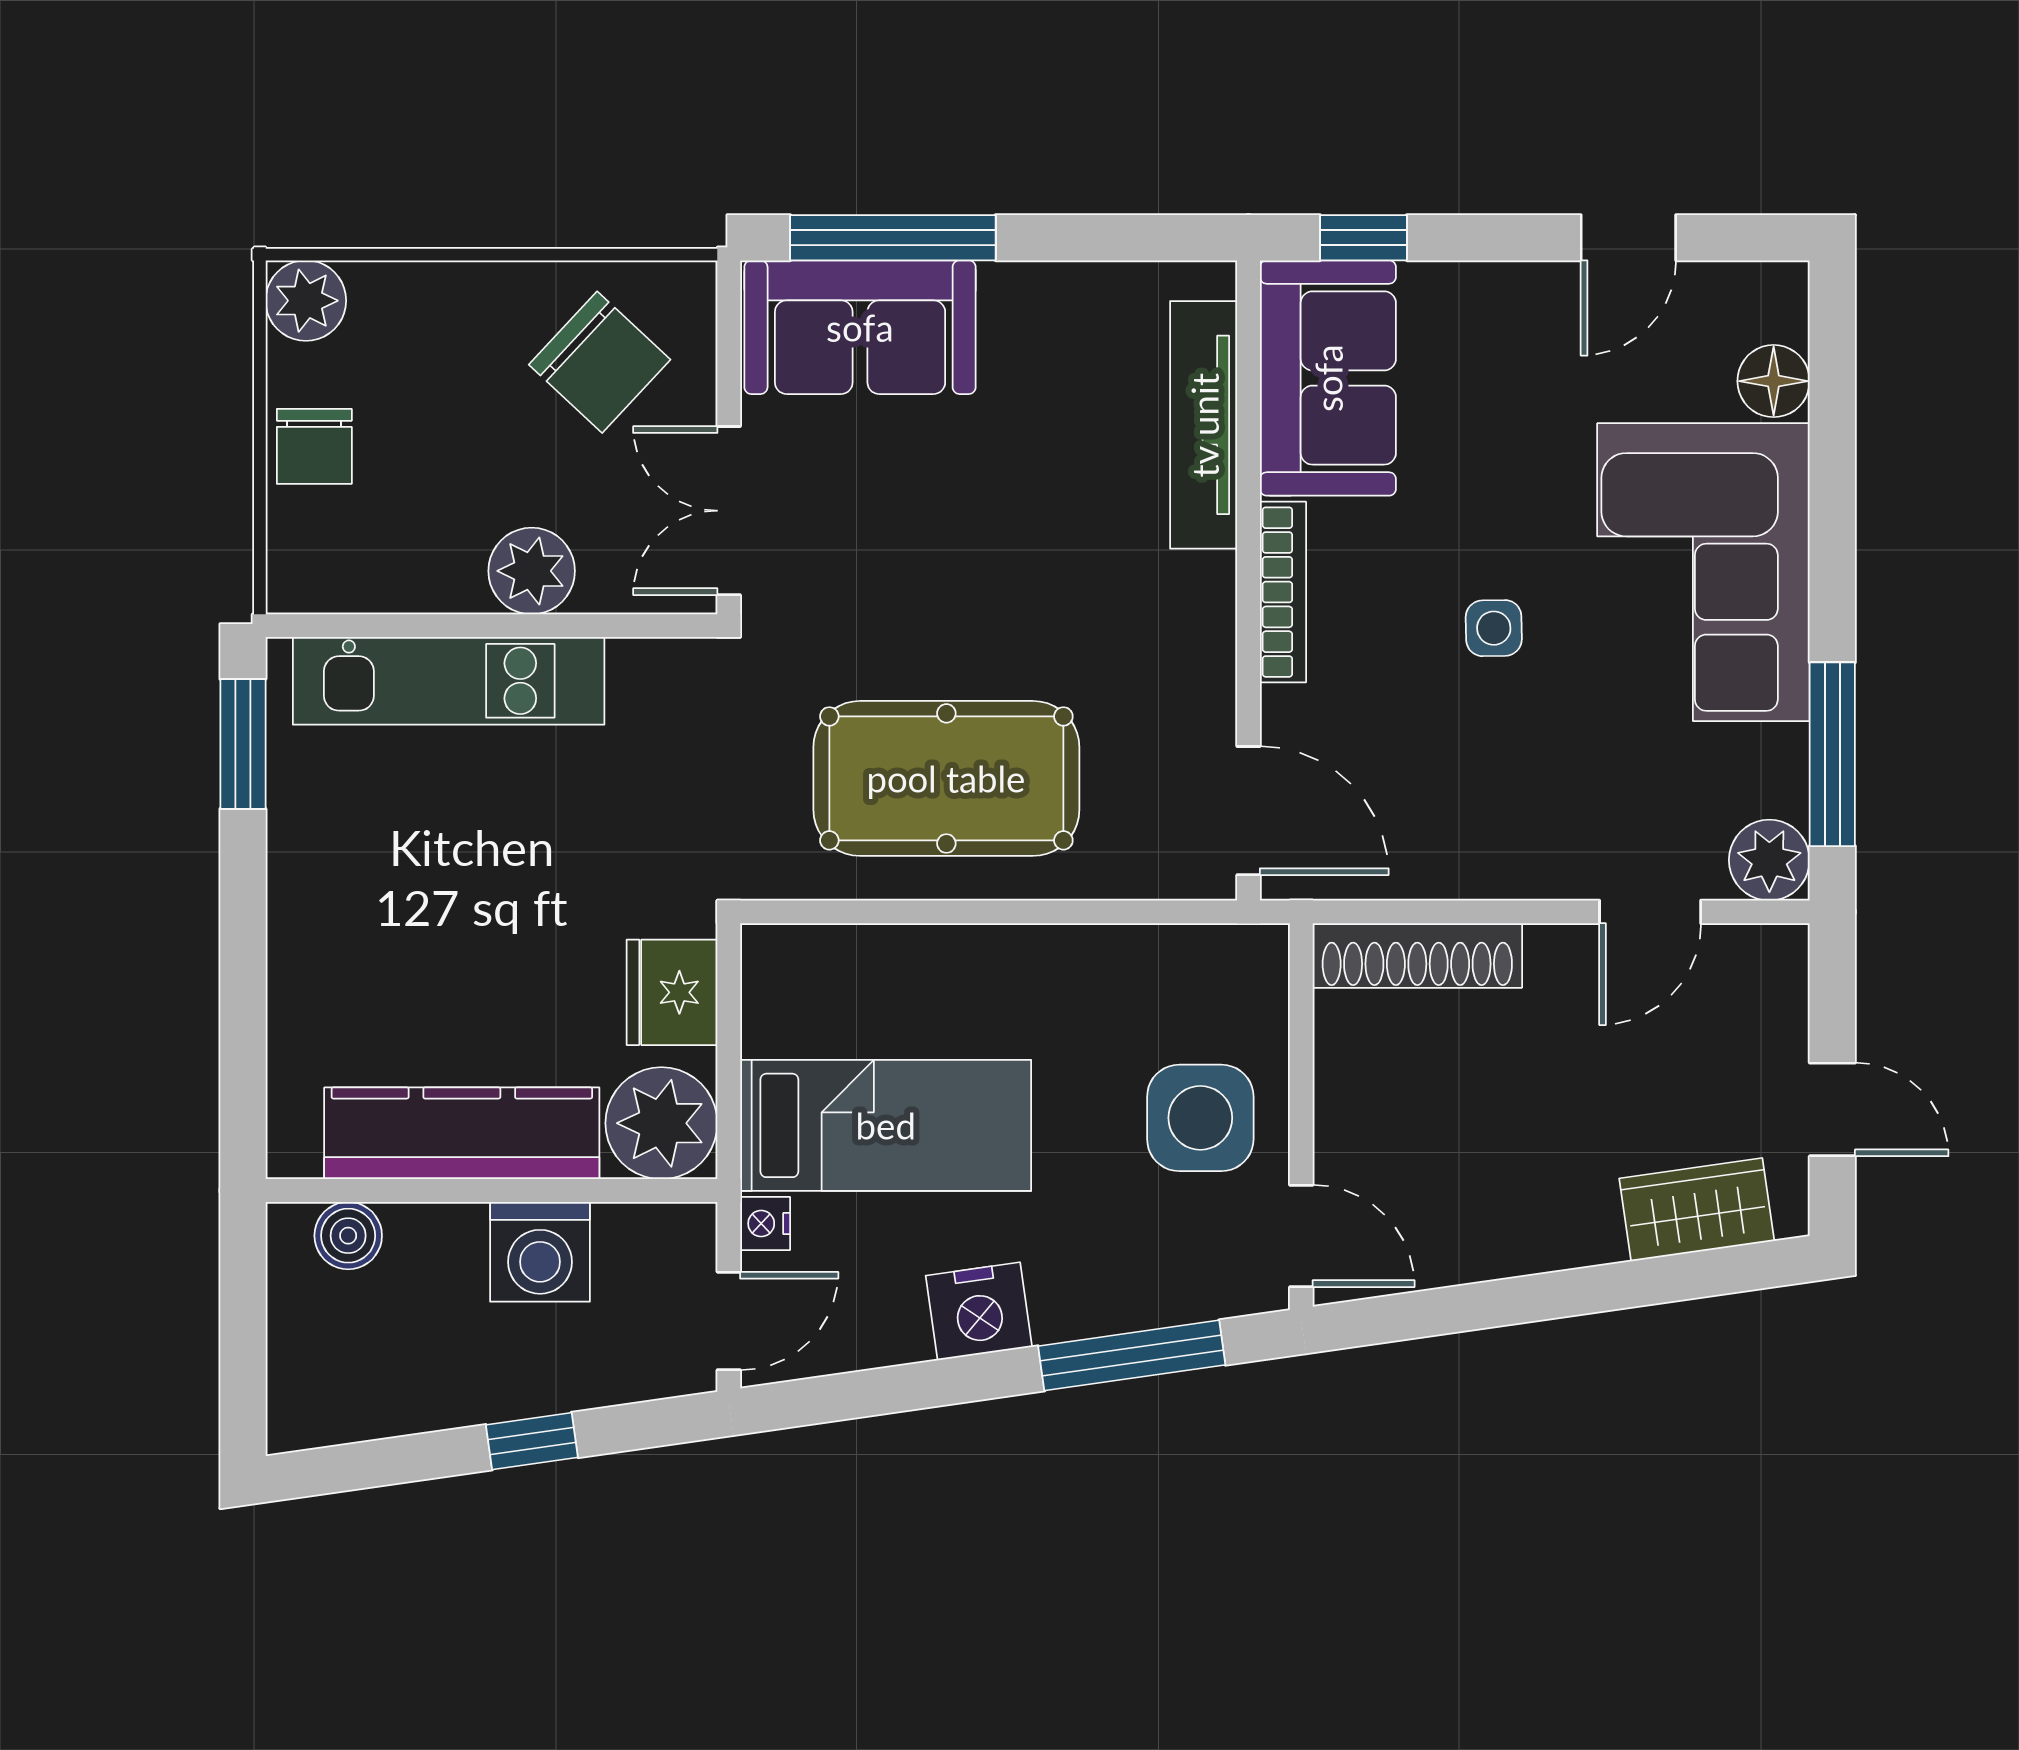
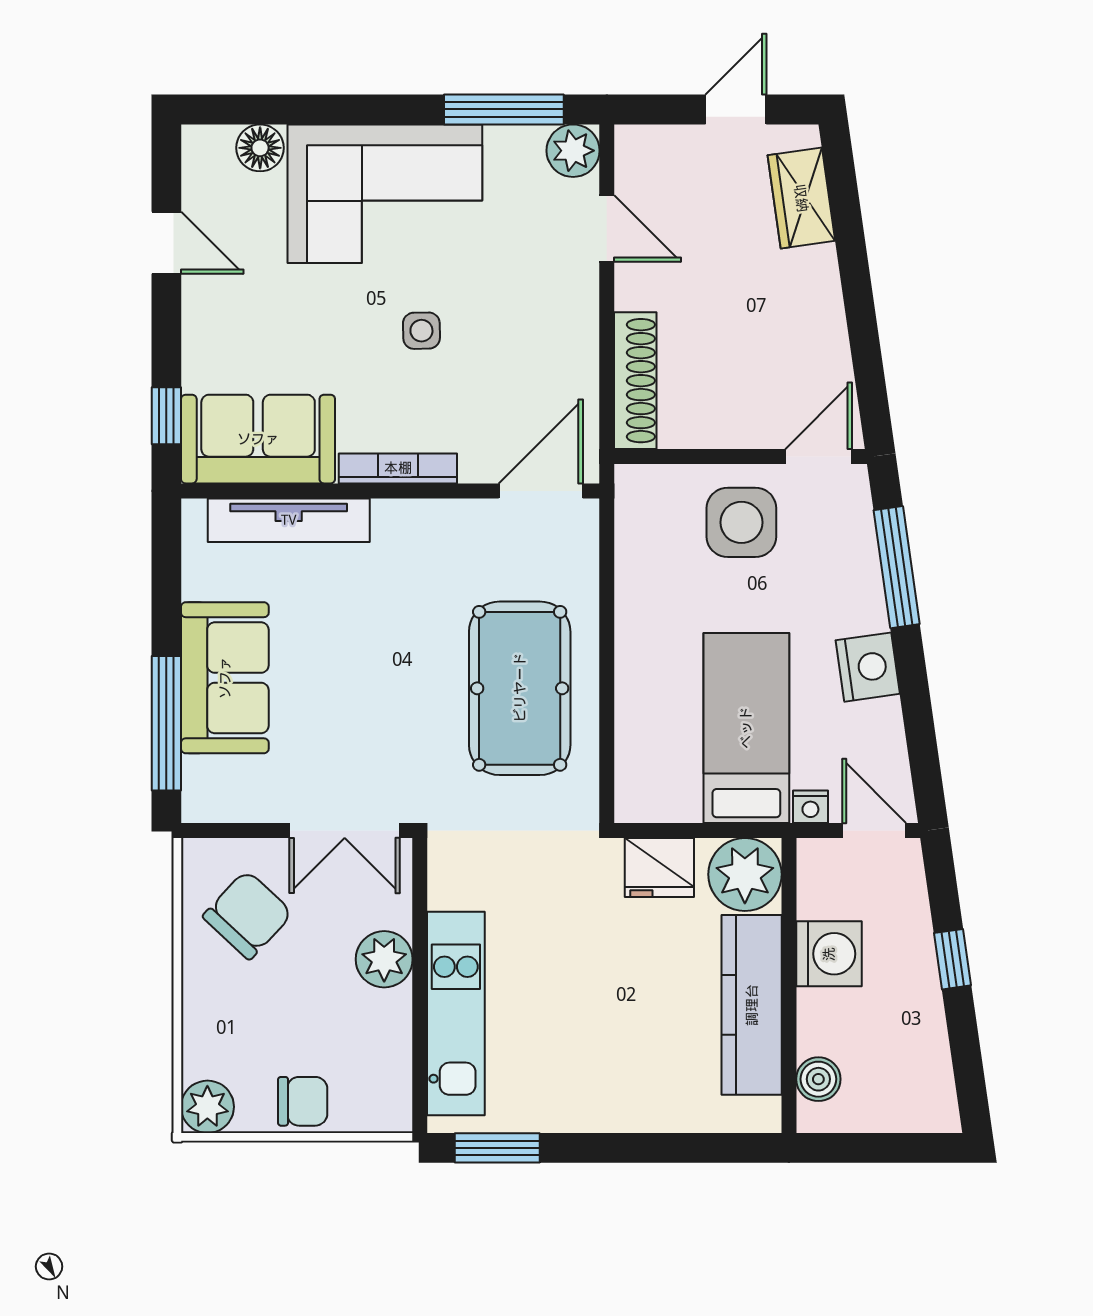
sofa: (860, 327) -> (225, 678), moved

